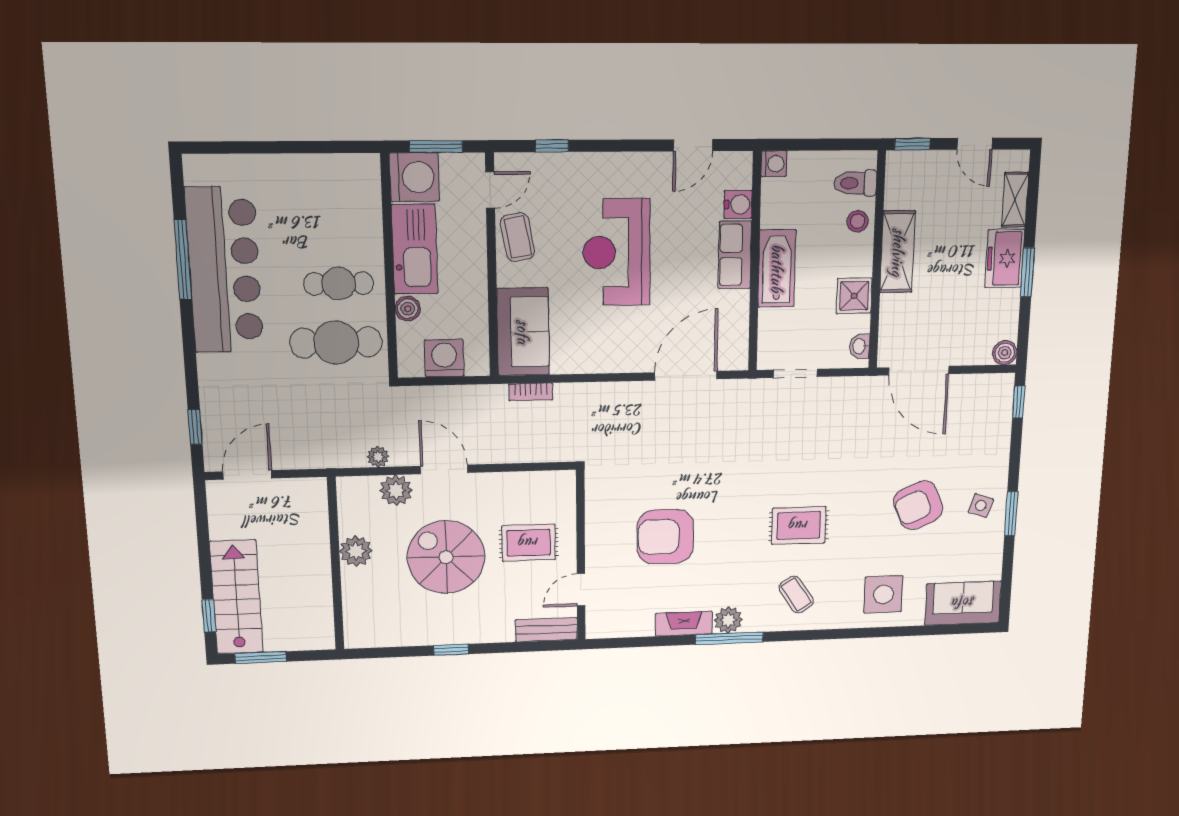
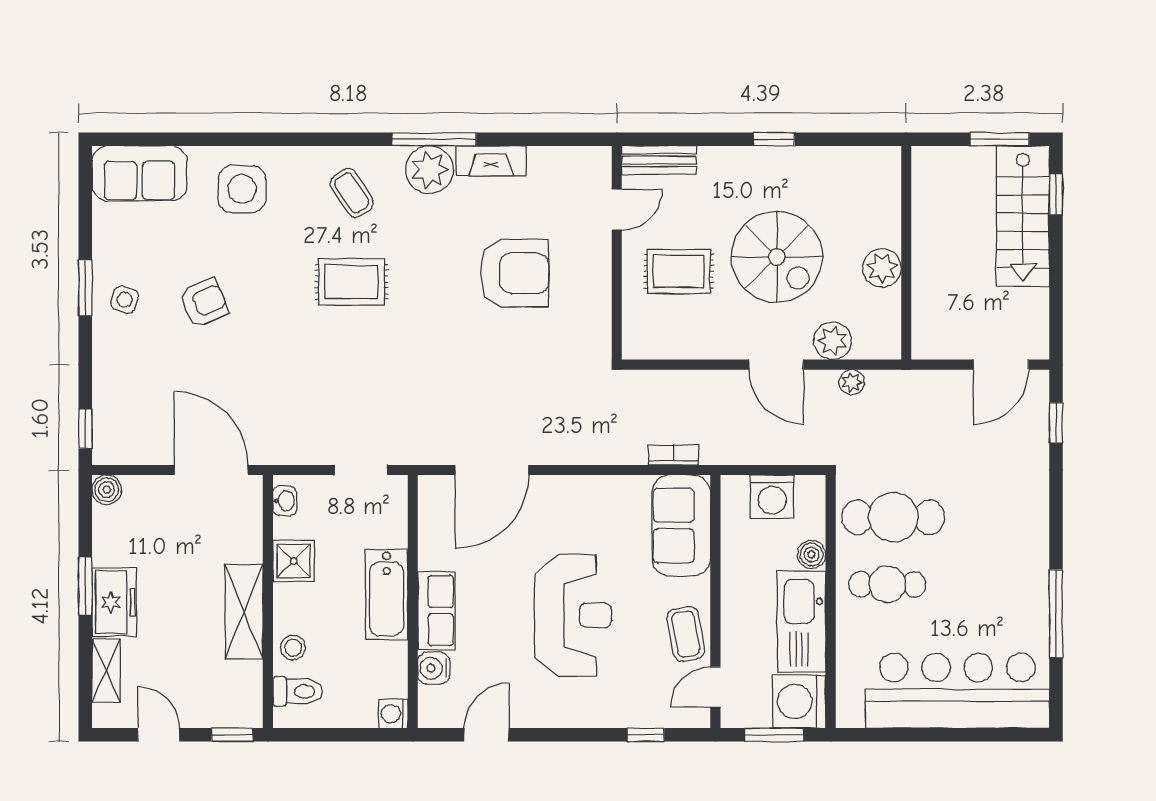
bar counter: (224, 270) -> (957, 691), moved, turned 90
armchair: (918, 505) -> (204, 303), width x0.72, depth x0.72
plant: (728, 620) -> (429, 170), width x1.36, depth x1.36

